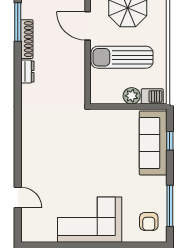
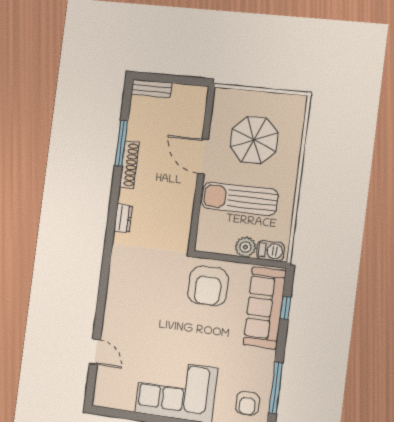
dresser: (27, 71) -> (123, 218), moved
armchair: (105, 131) -> (208, 286), added

